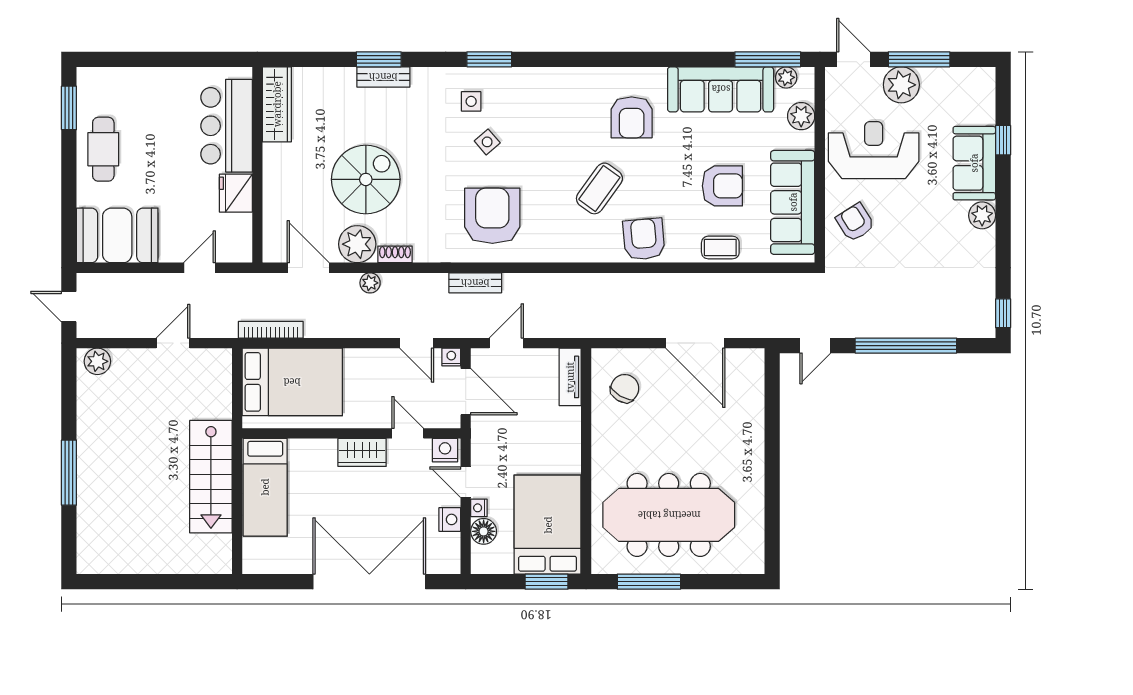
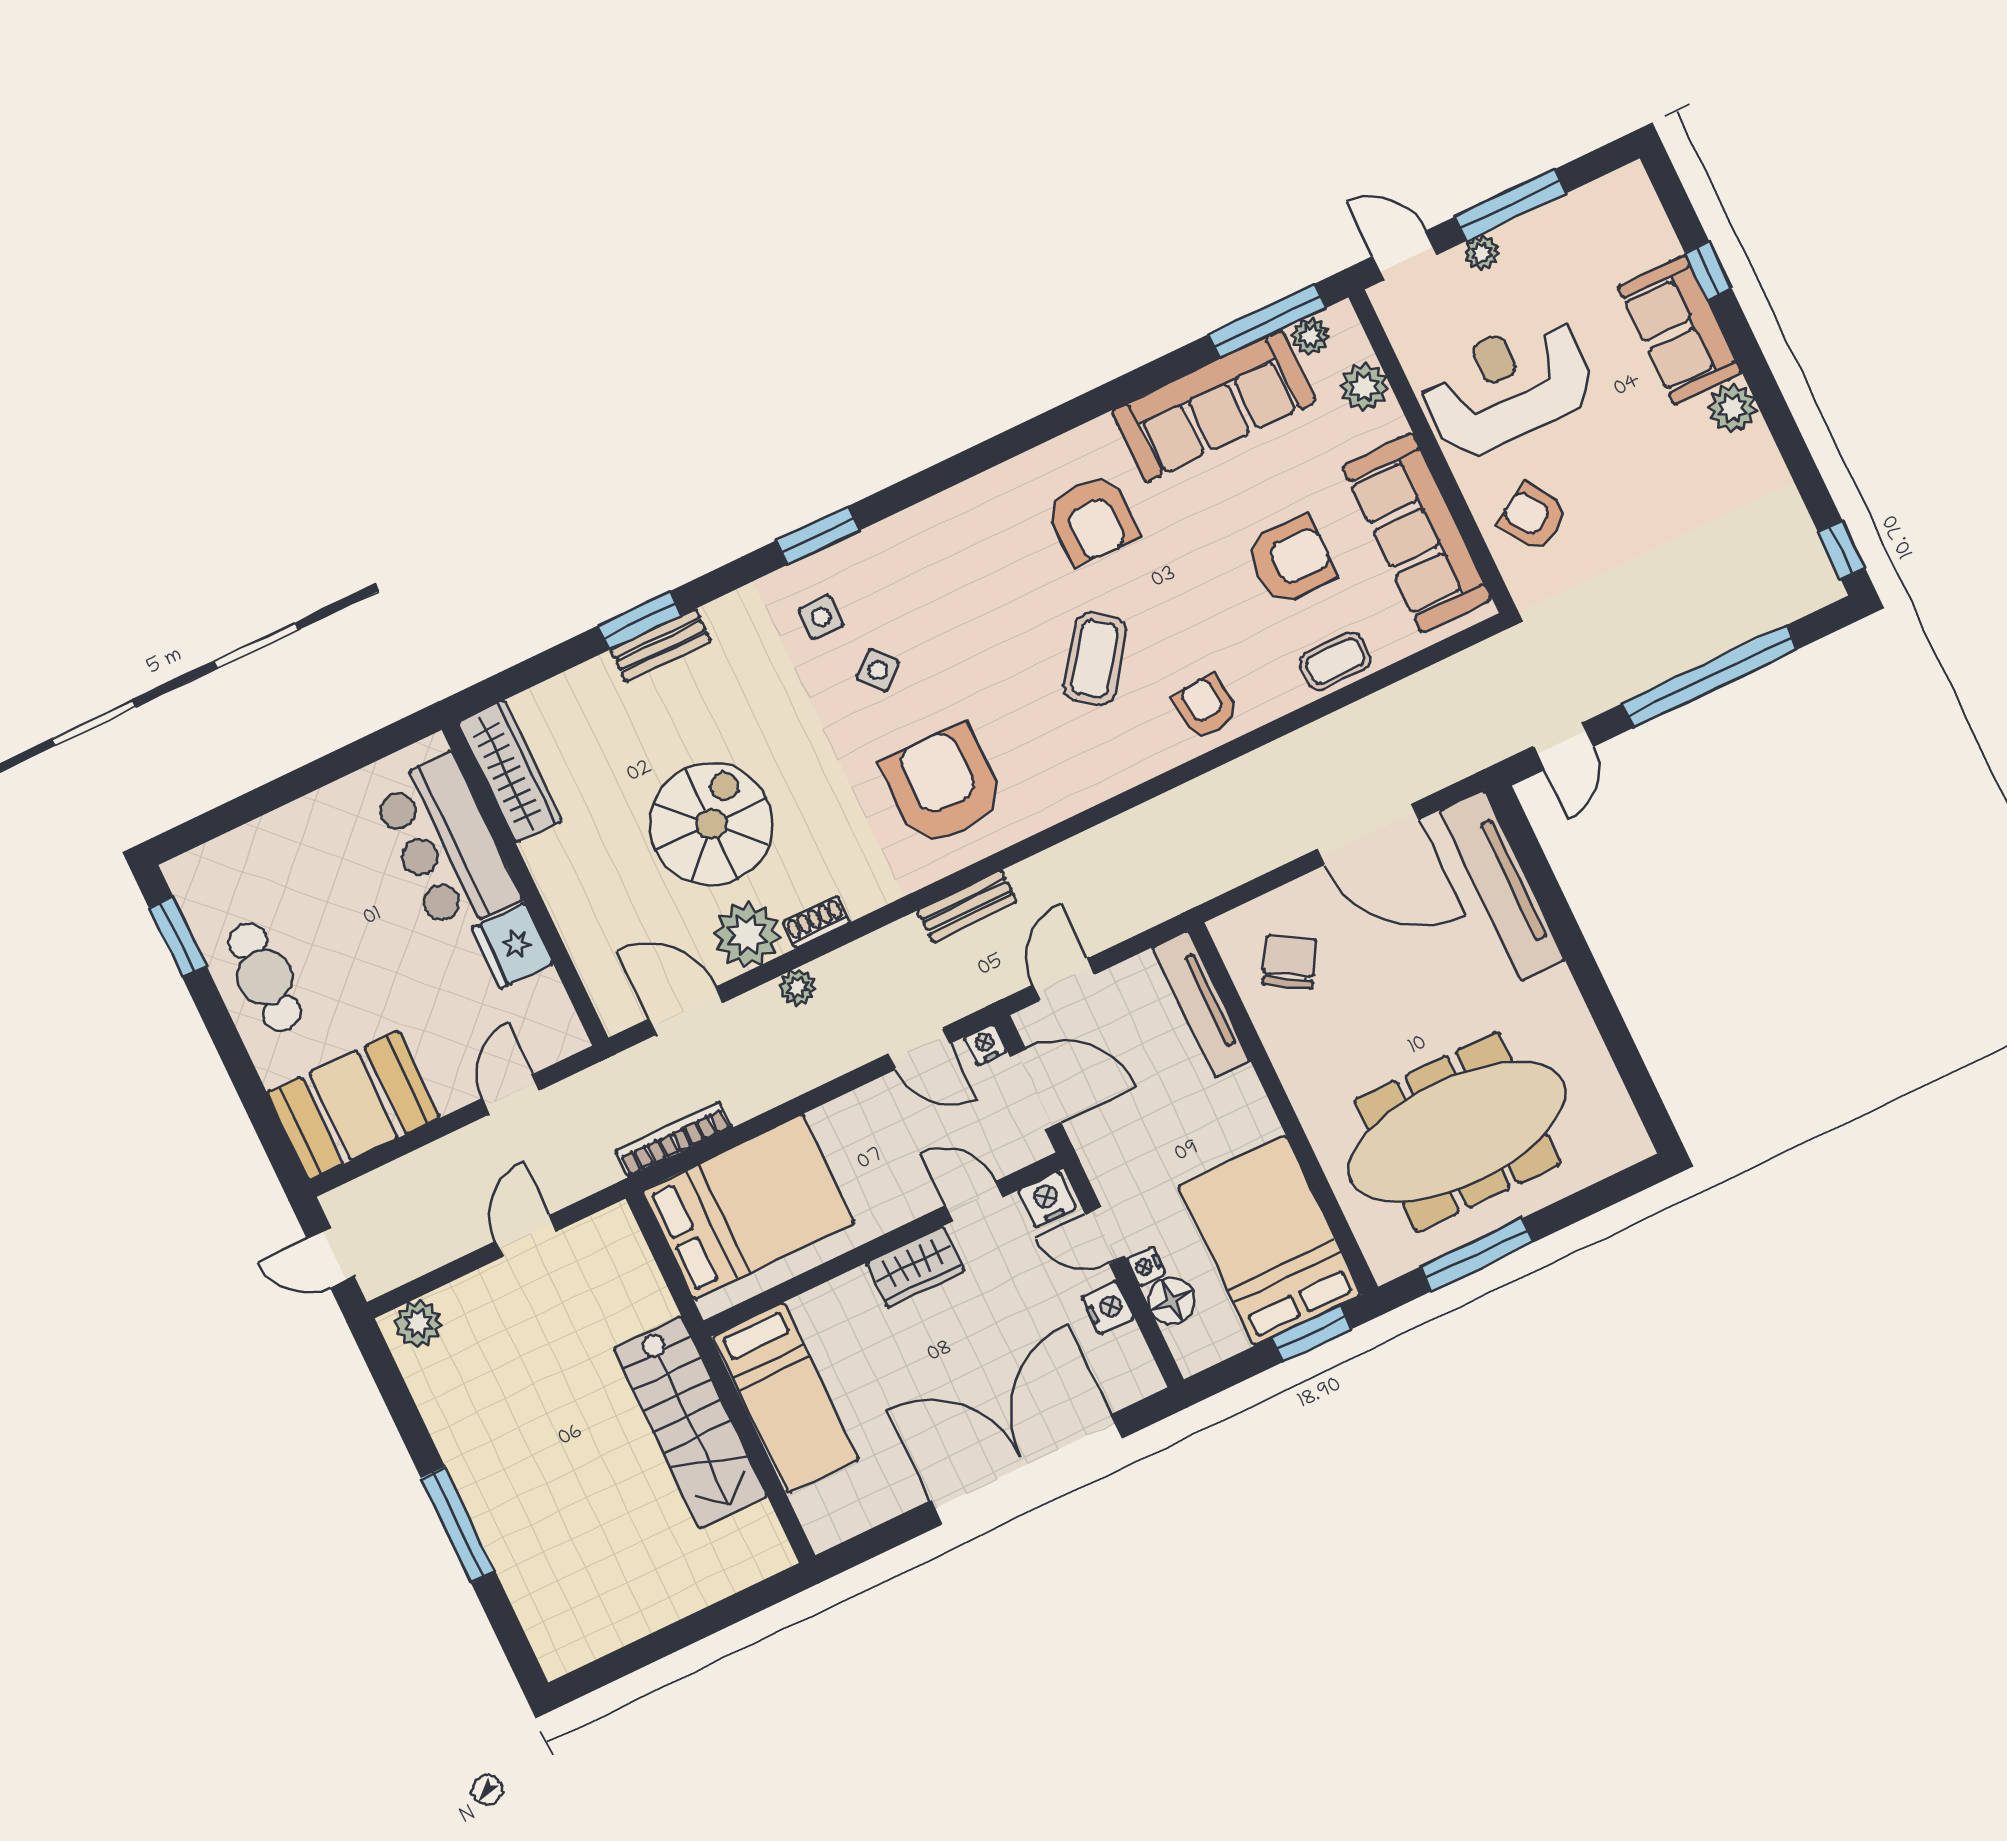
plant: (901, 85) -> (1482, 253), width x0.53, depth x0.53
armchair: (644, 239) -> (1205, 706), width x0.72, depth x0.72
tv unit: (570, 377) -> (1202, 1004), width x1.41
tv unit: (751, 401) -> (1503, 885), added

